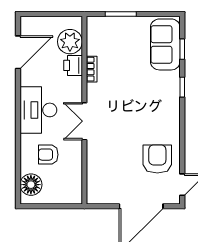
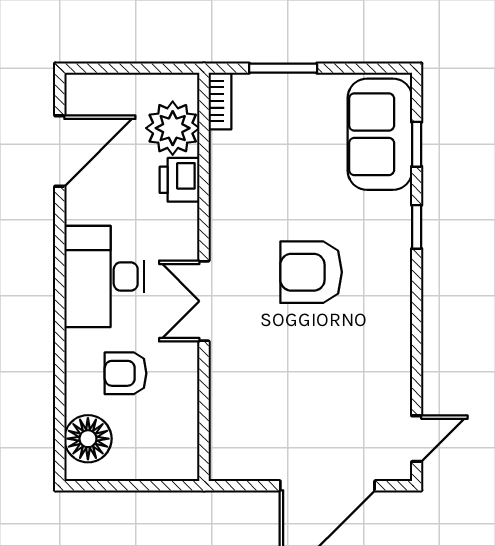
bookcase: (92, 69) -> (220, 101), moved
armchair: (157, 159) -> (311, 272), moved, turned -90

